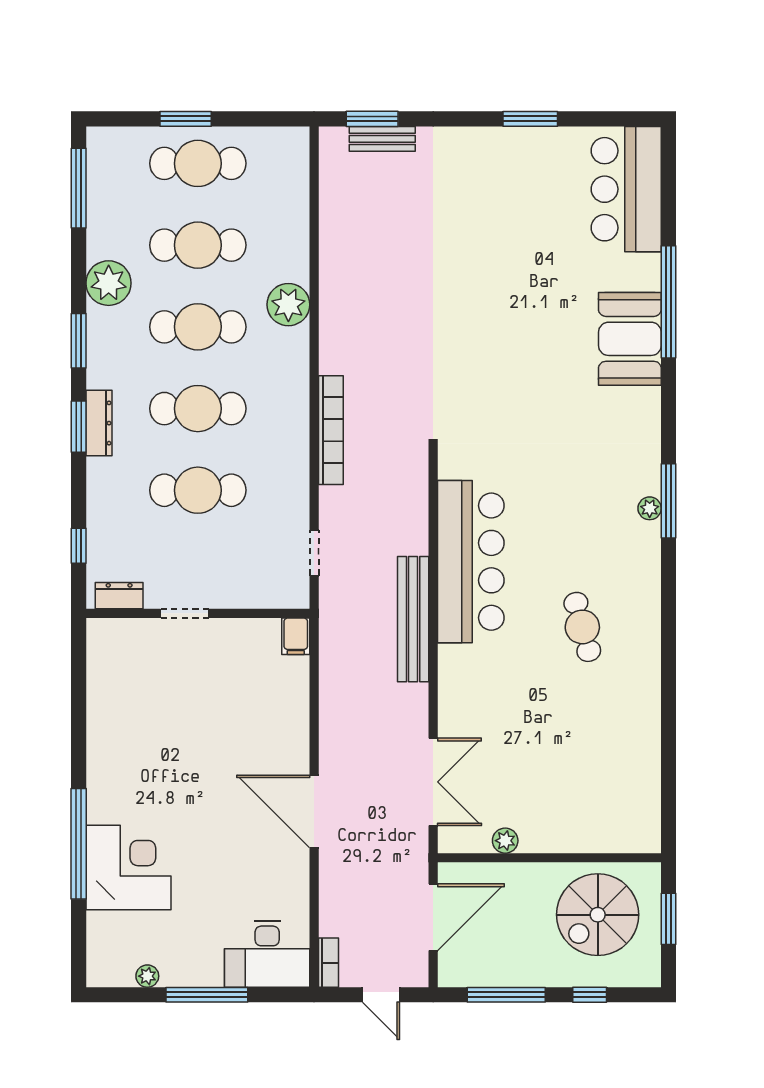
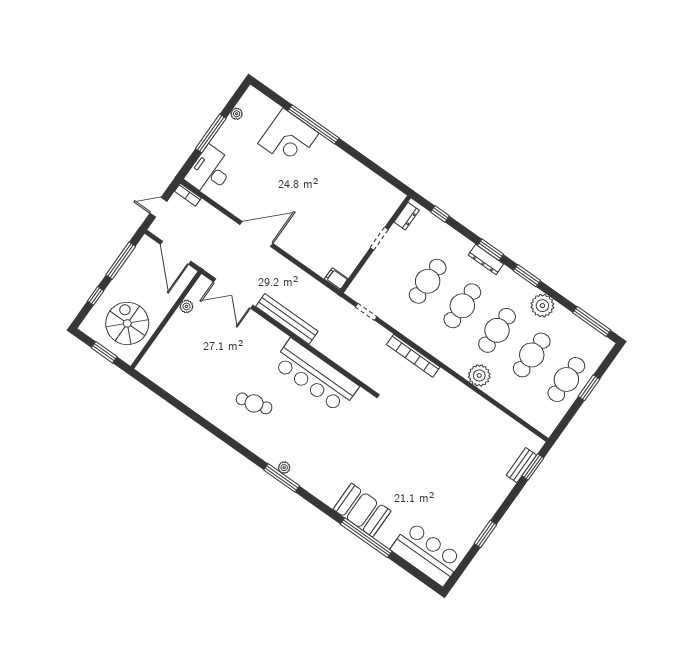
bench: (413, 619) -> (287, 319), moved

